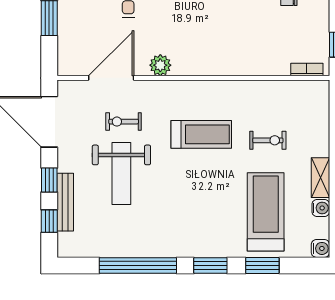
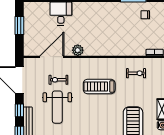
treadmill: (201, 134) -> (99, 87), turned 180
exercise bike: (268, 140) -> (136, 73), moved

